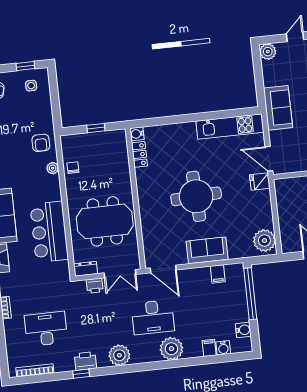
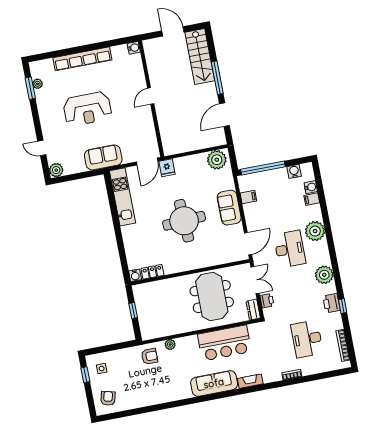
chair: (73, 168) -> (168, 327), removed

